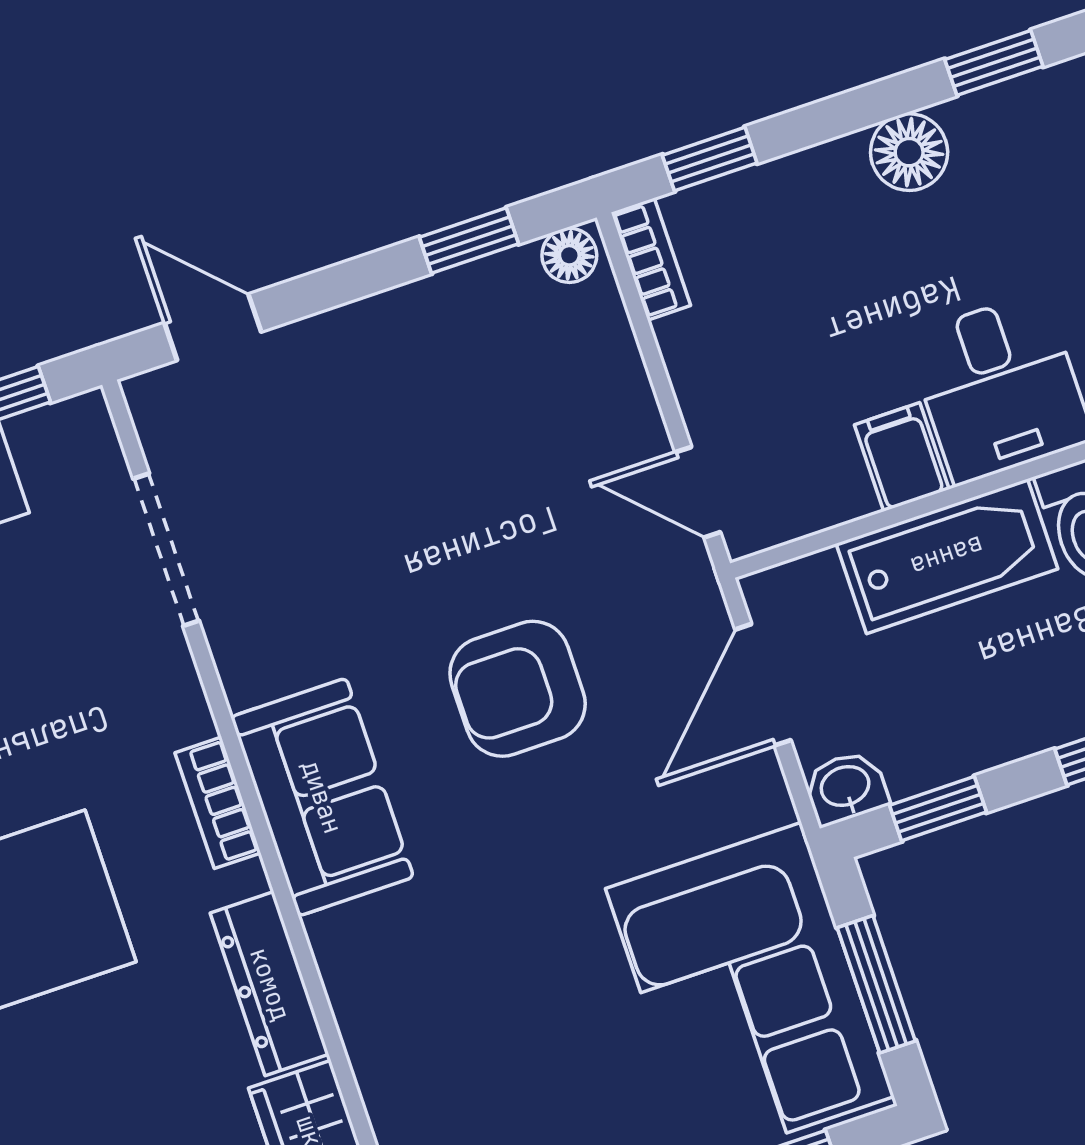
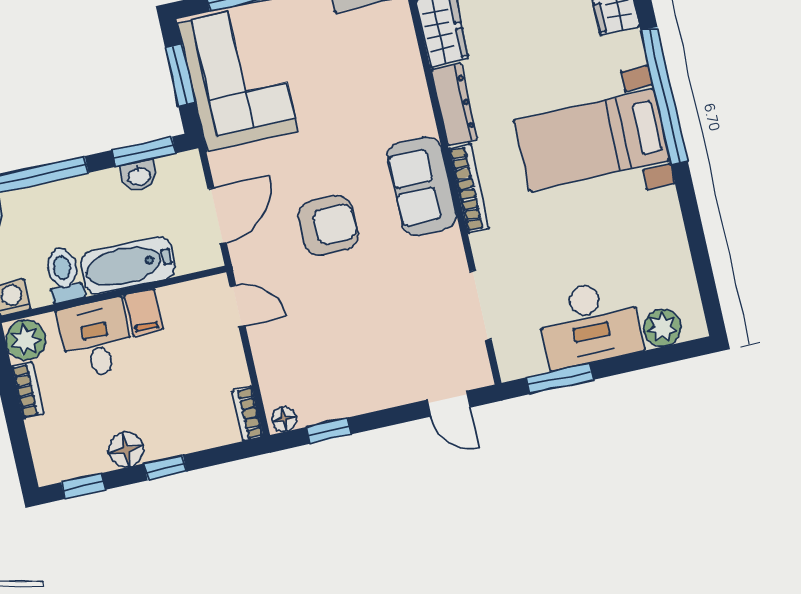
window: (710, 159) -> (165, 468), moved
washbasin: (846, 788) -> (139, 176), moved
bookcase: (218, 803) -> (469, 188), width x1.56
window: (938, 809) -> (144, 152), width x1.50

